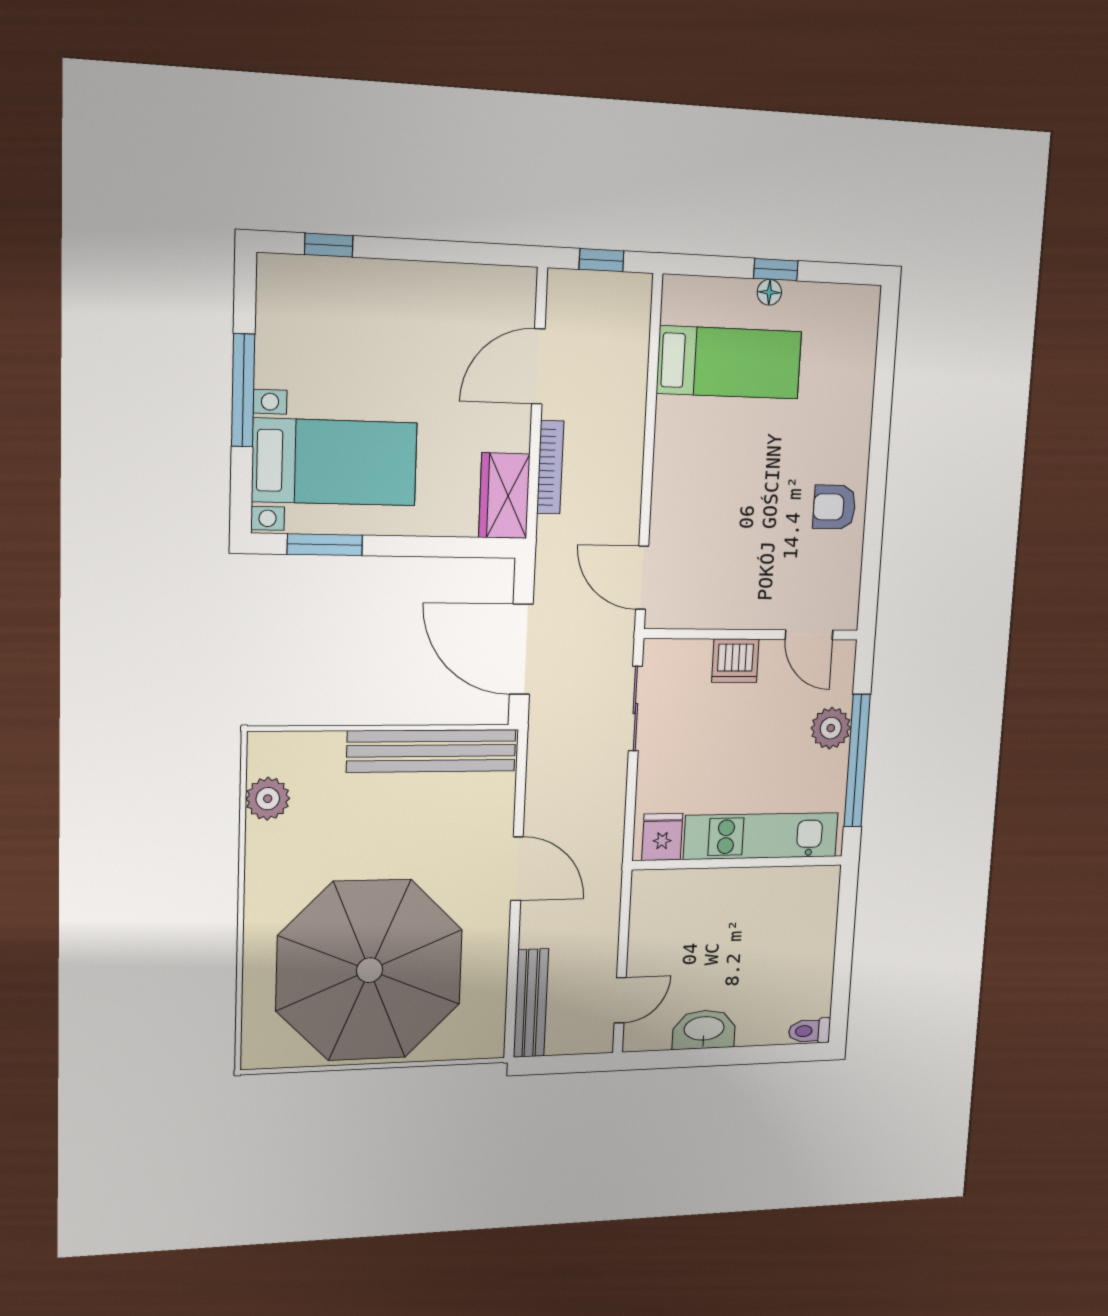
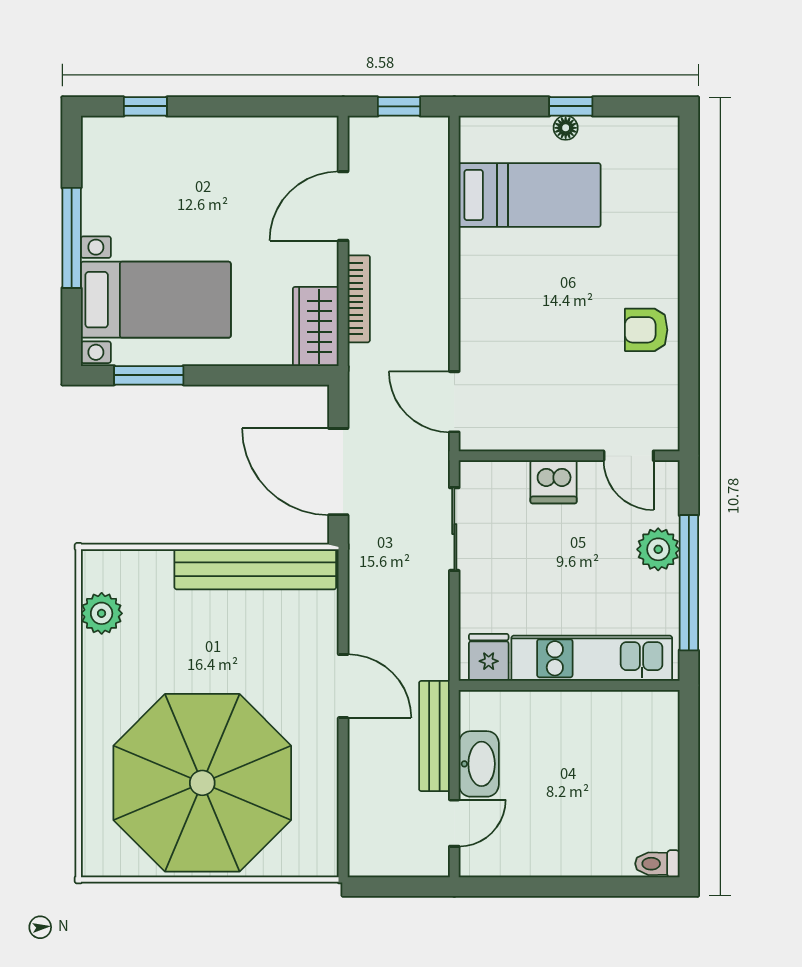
bench: (531, 1003) -> (434, 736), moved
washbasin: (704, 1030) -> (479, 764), moved, turned 90

